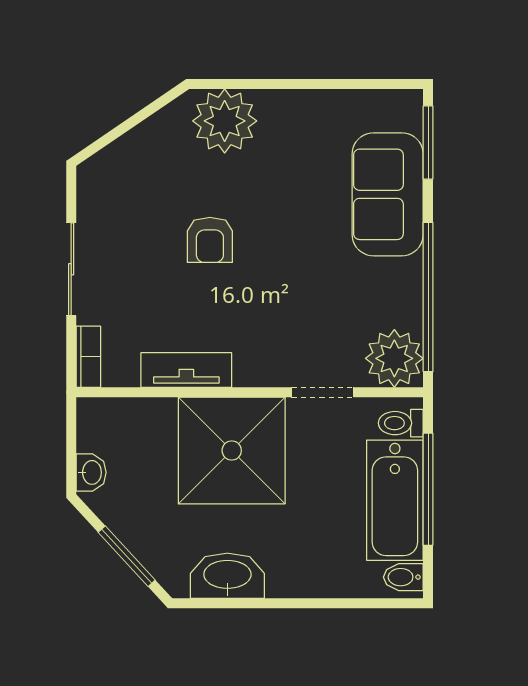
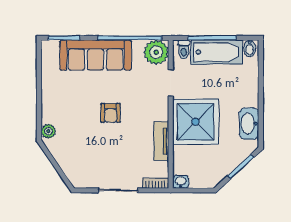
plant: (225, 121) -> (48, 131), width x0.53, depth x0.53
sofa: (388, 194) -> (96, 55), width x1.36
armchair: (210, 240) -> (111, 113), moved, turned 90
washbasin: (91, 472) -> (181, 182), moved

